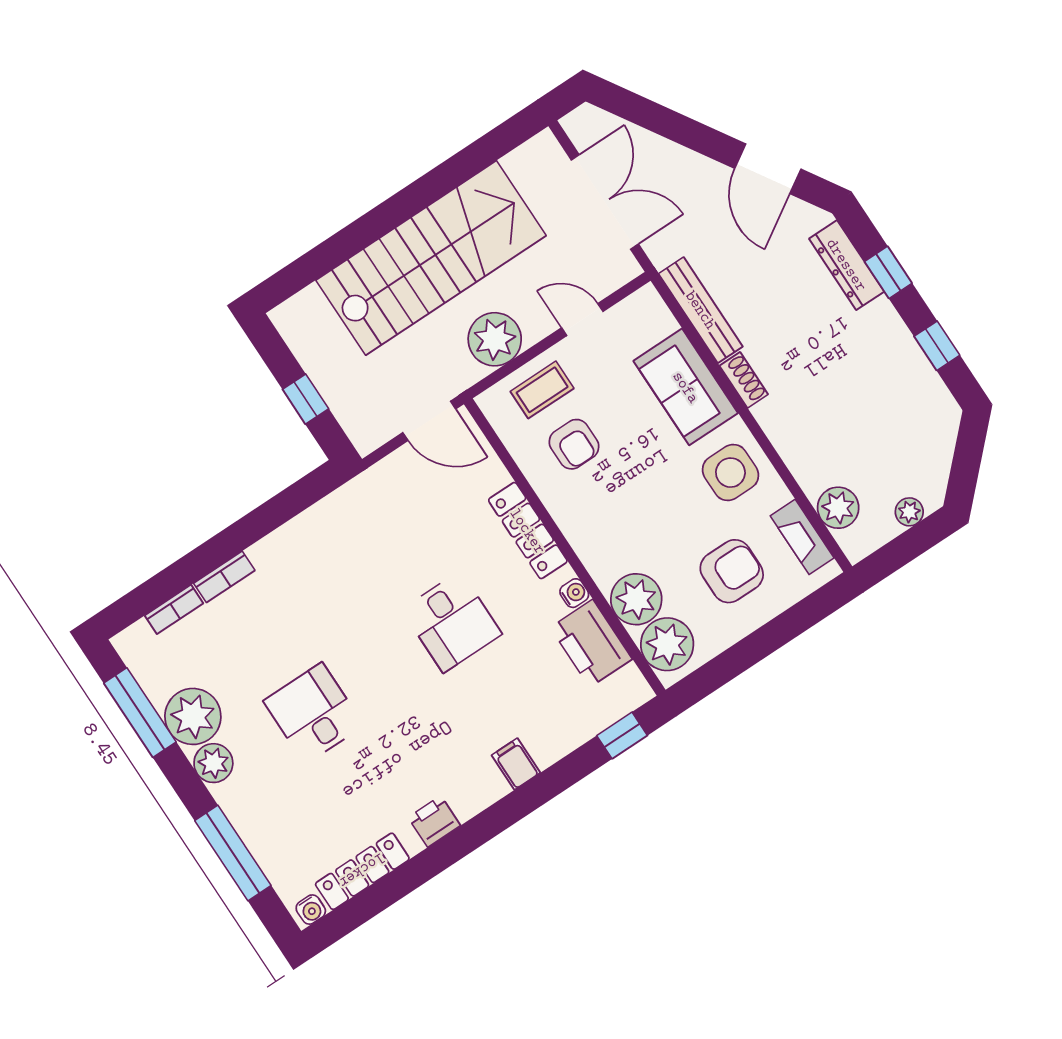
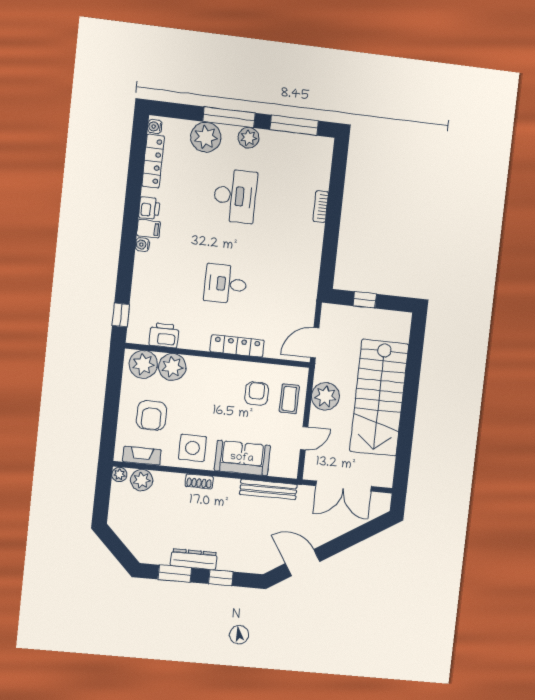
dresser: (847, 265) -> (194, 559), moved
window: (937, 346) -> (175, 574), width x1.50
shoe rack: (744, 380) -> (199, 481), moved
armchair: (574, 444) -> (257, 394), turned 90
plant: (909, 512) -> (119, 474), moved
water cooler: (574, 593) -> (142, 245), moved, turned 90
bookcase: (174, 609) -> (324, 175), removed
printer: (591, 643) -> (164, 335), width x0.73, depth x0.84
desk: (314, 713) -> (235, 196), width x1.37
plant: (193, 716) -> (206, 137), moved
filing cabinet: (516, 764) -> (149, 229), moved
window: (233, 853) -> (229, 117), moved

